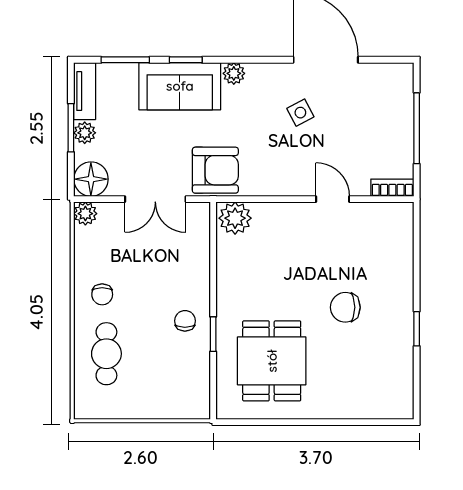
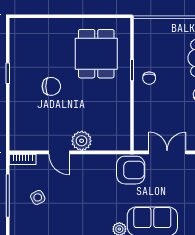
side table: (300, 113) -> (38, 197), moved
armchair: (215, 170) -> (131, 170), turned 180
plant: (235, 218) -> (82, 141), moved

